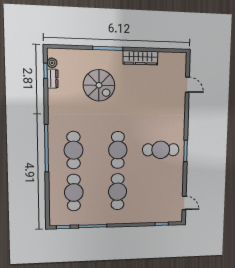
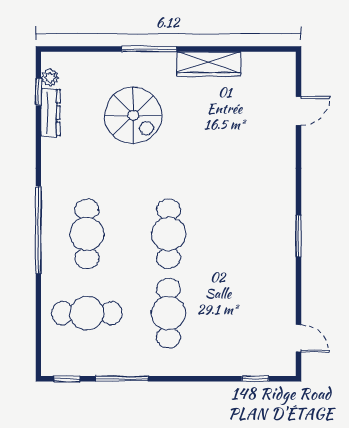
dresser: (52, 79) -> (50, 113), width x1.44
door: (187, 85) -> (299, 111), hinge flipped
cafe table: (161, 150) -> (250, 234), removed
cafe table: (74, 193) -> (87, 313), turned 90

